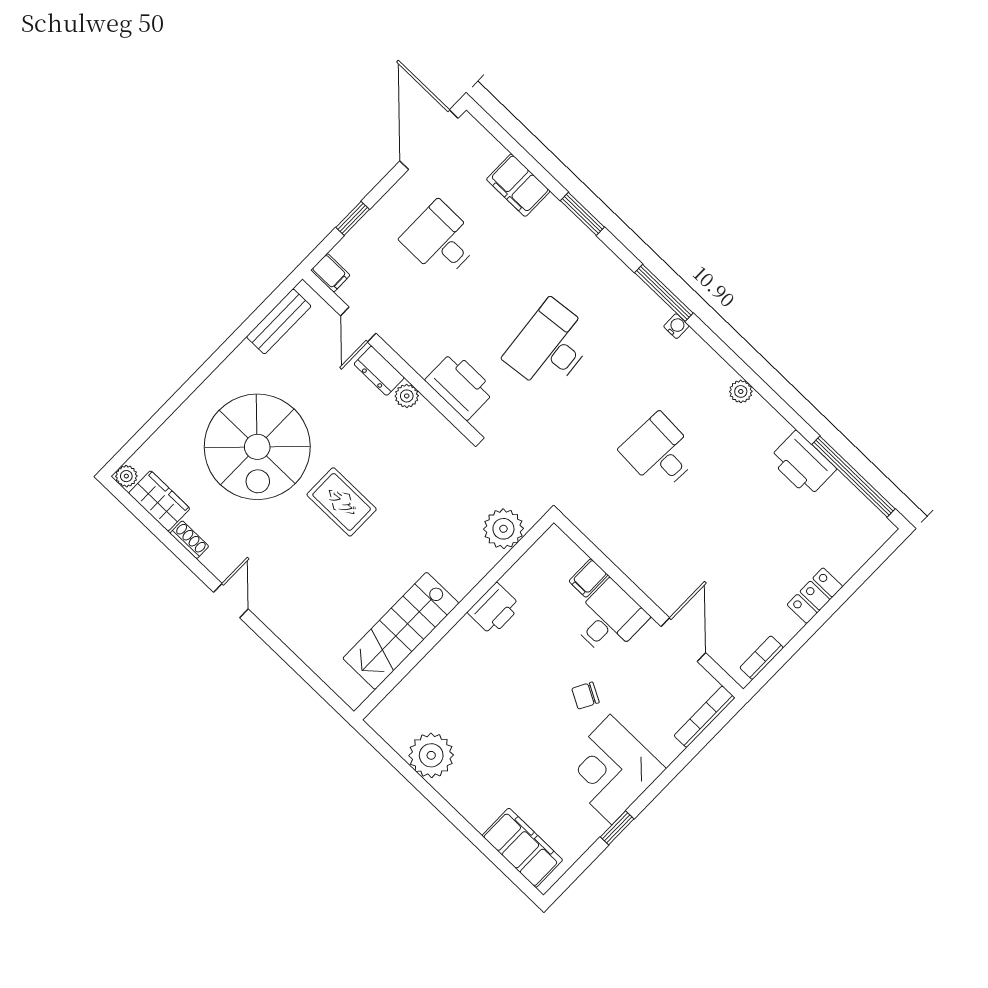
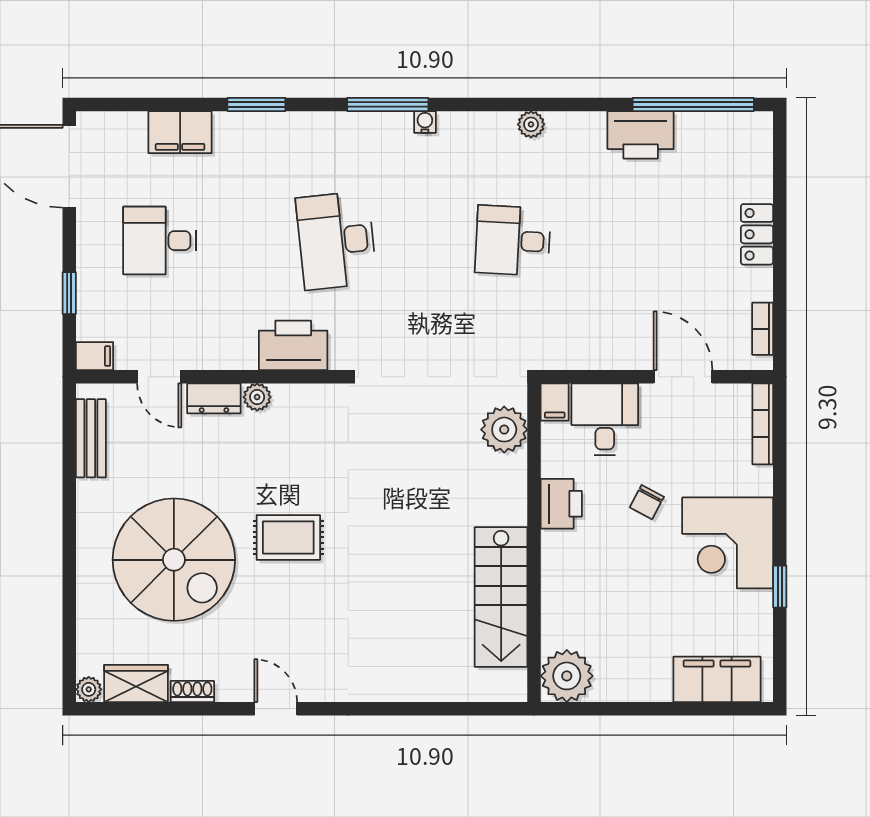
plant: (503, 529) -> (504, 430), moved
printer: (494, 609) -> (561, 504), moved
wall: (454, 617) -> (534, 543), moved
stairs: (401, 631) -> (501, 597), moved

